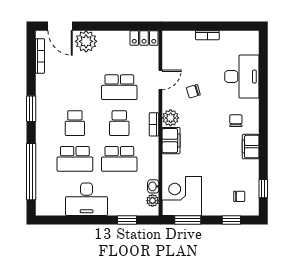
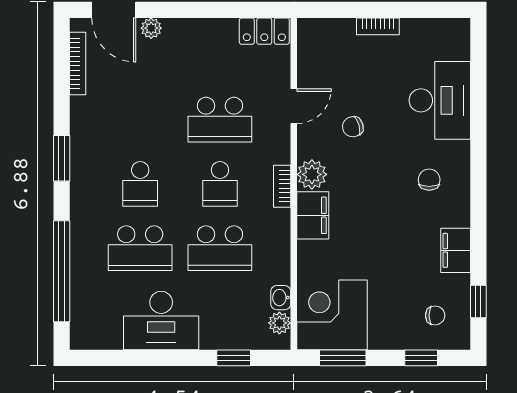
plant: (86, 41) -> (151, 28), width x0.53, depth x0.53
filing cabinet: (251, 147) -> (456, 250), moved

